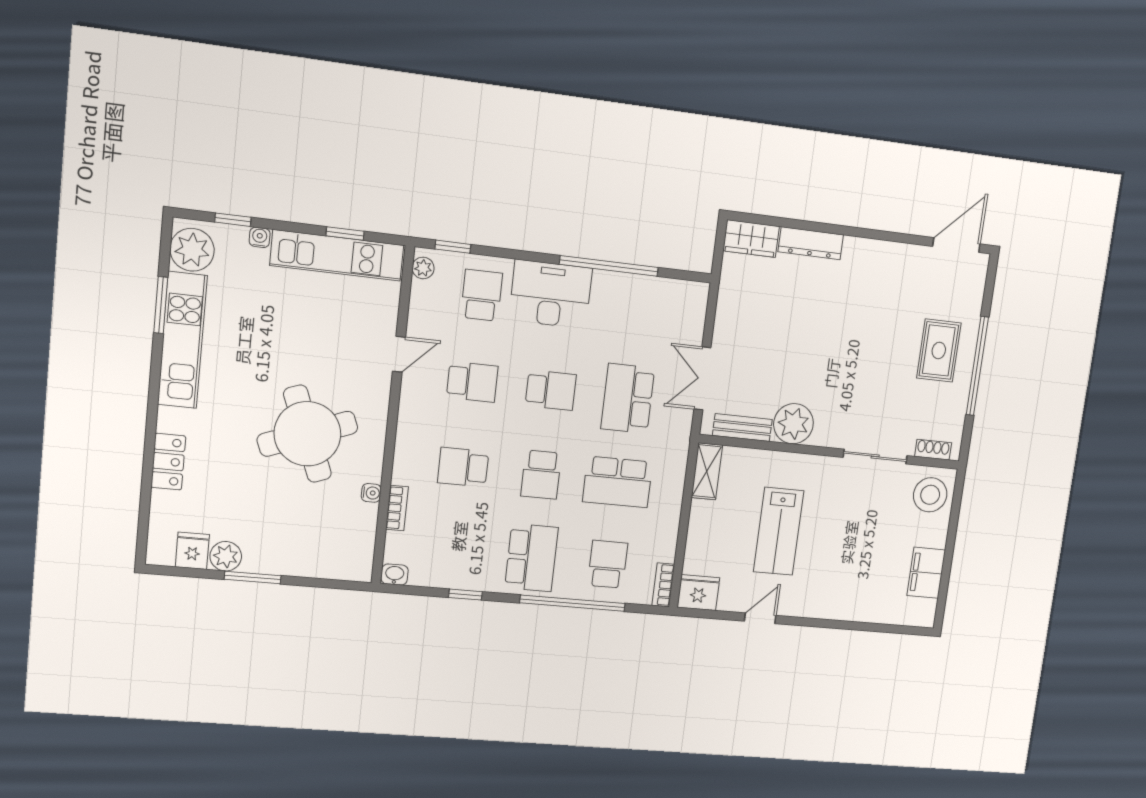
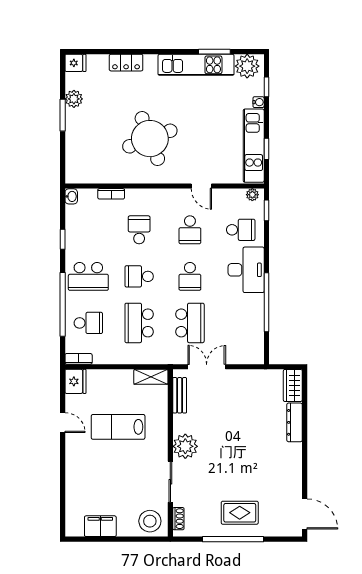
school desk: (628, 398) -> (190, 323), turned 90
plant: (793, 424) -> (185, 446), moved
water cooler: (371, 493) -> (119, 178), removed
fridge: (192, 551) -> (75, 63), moved

